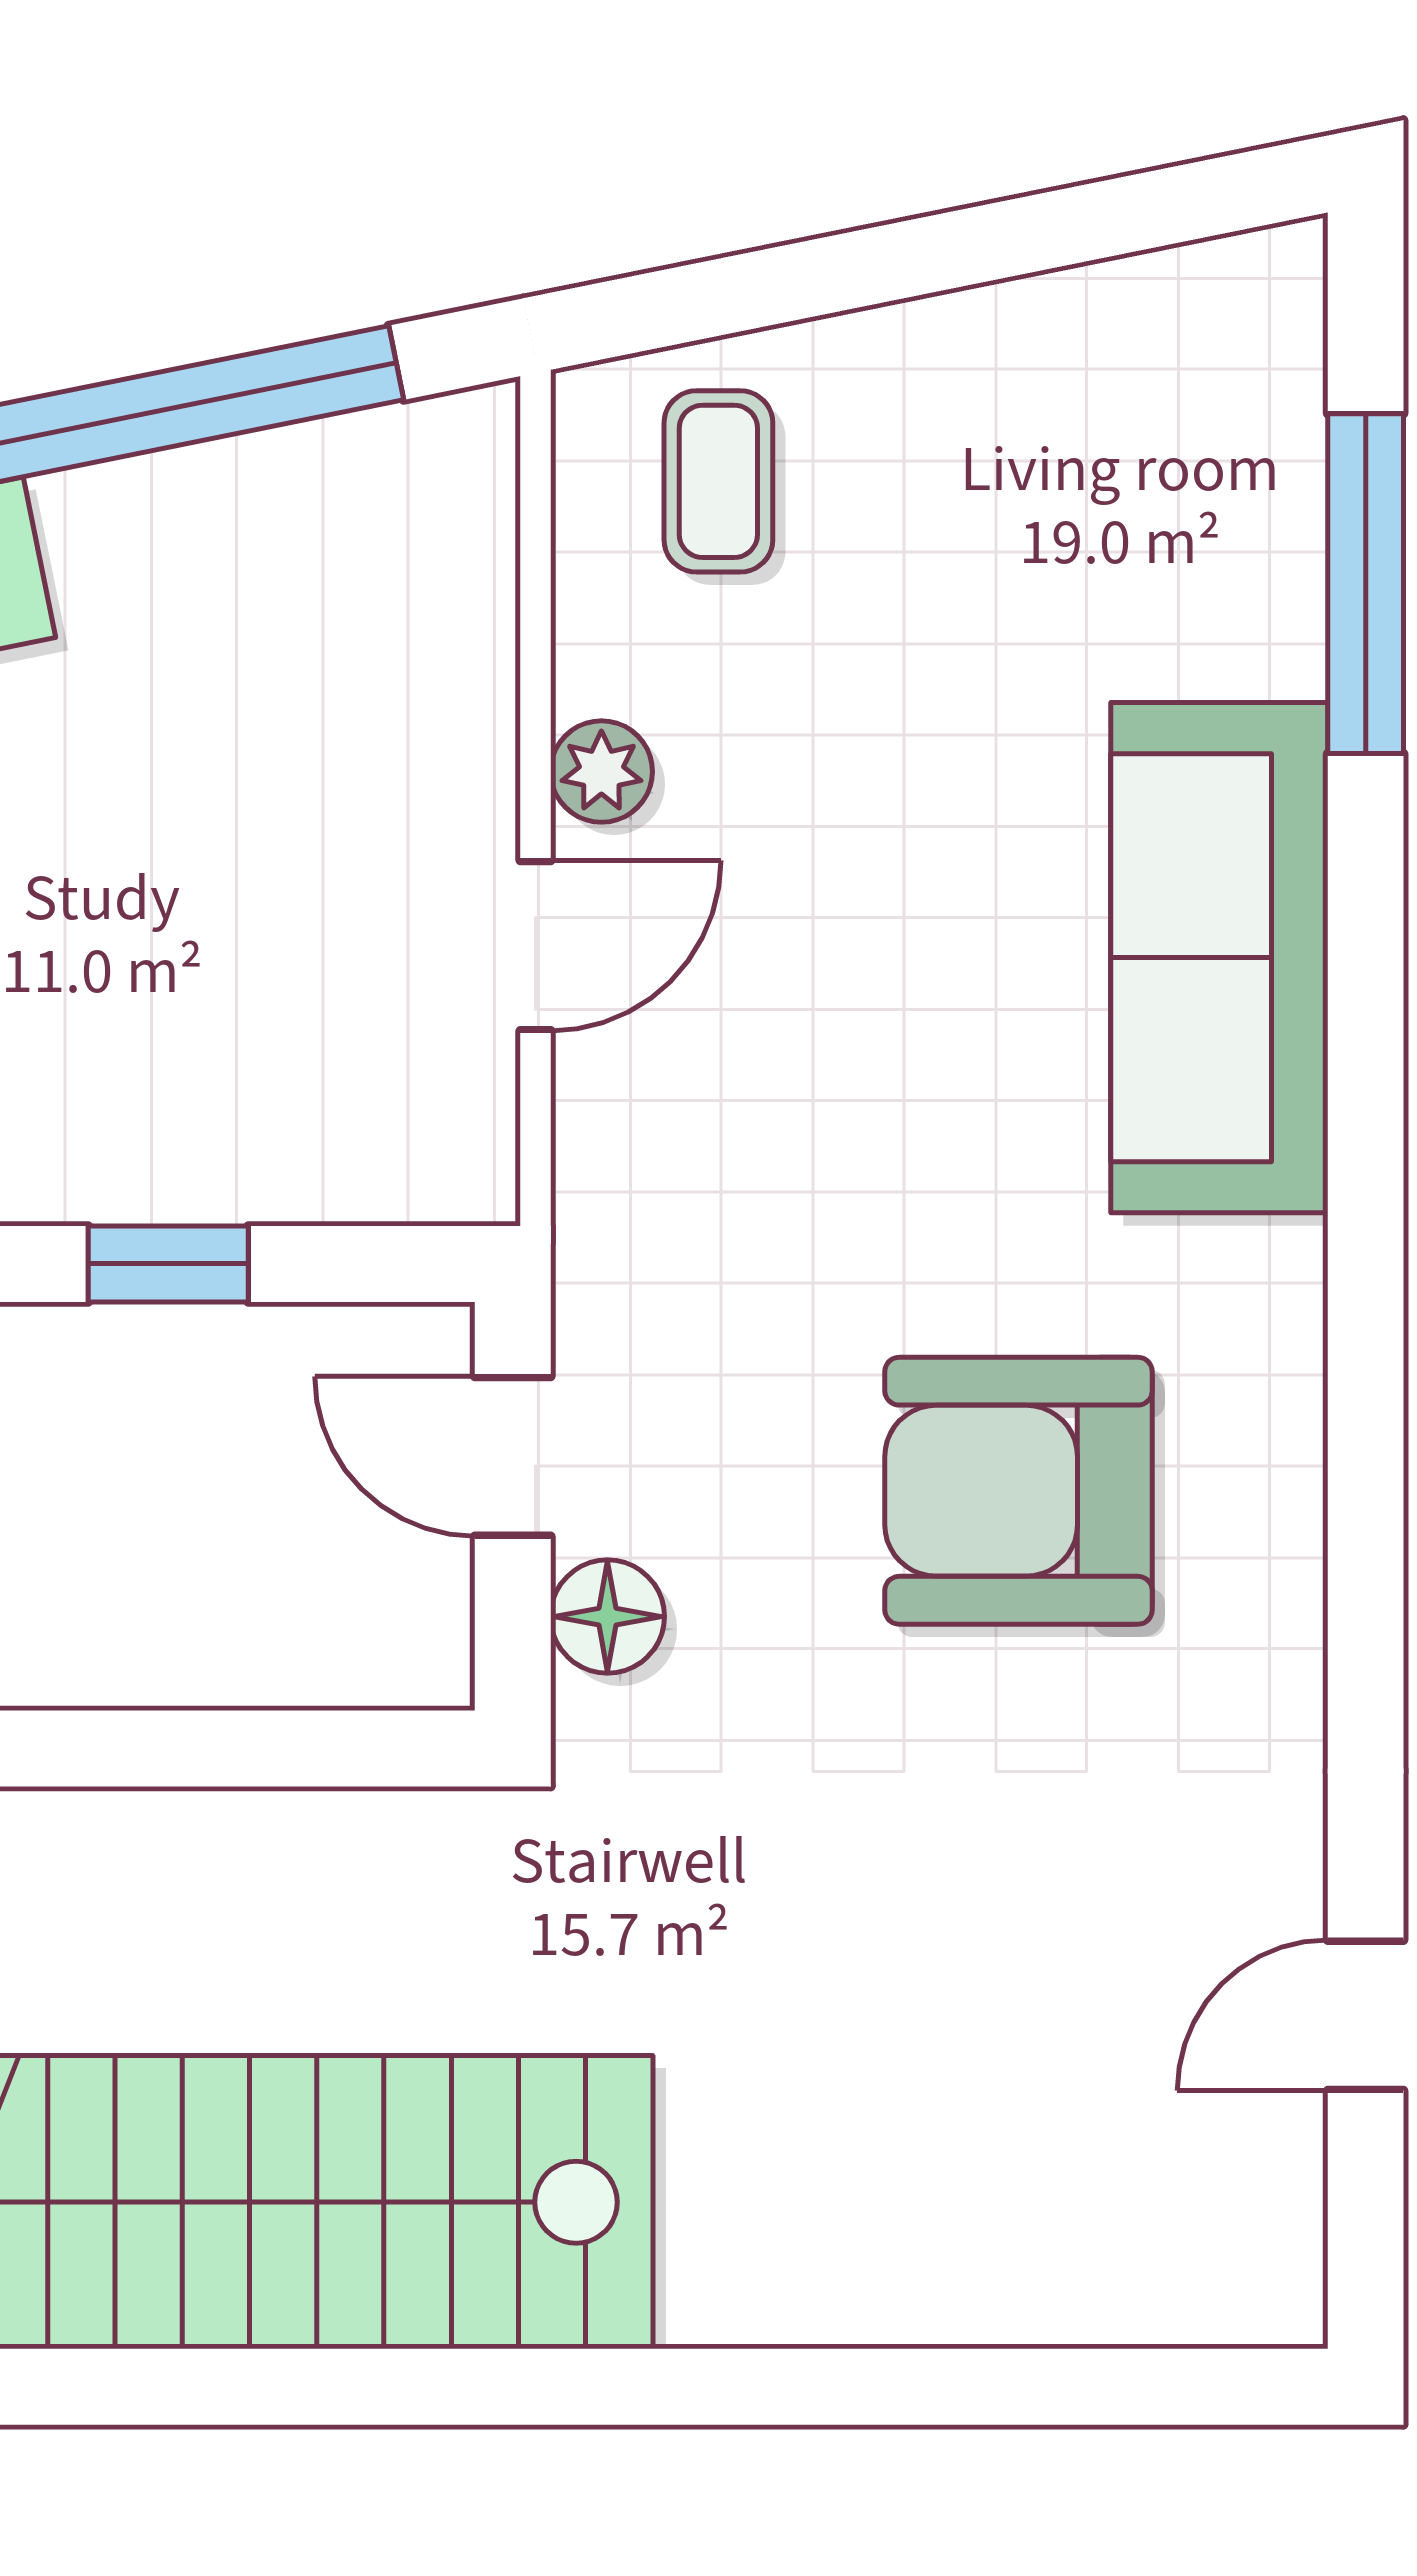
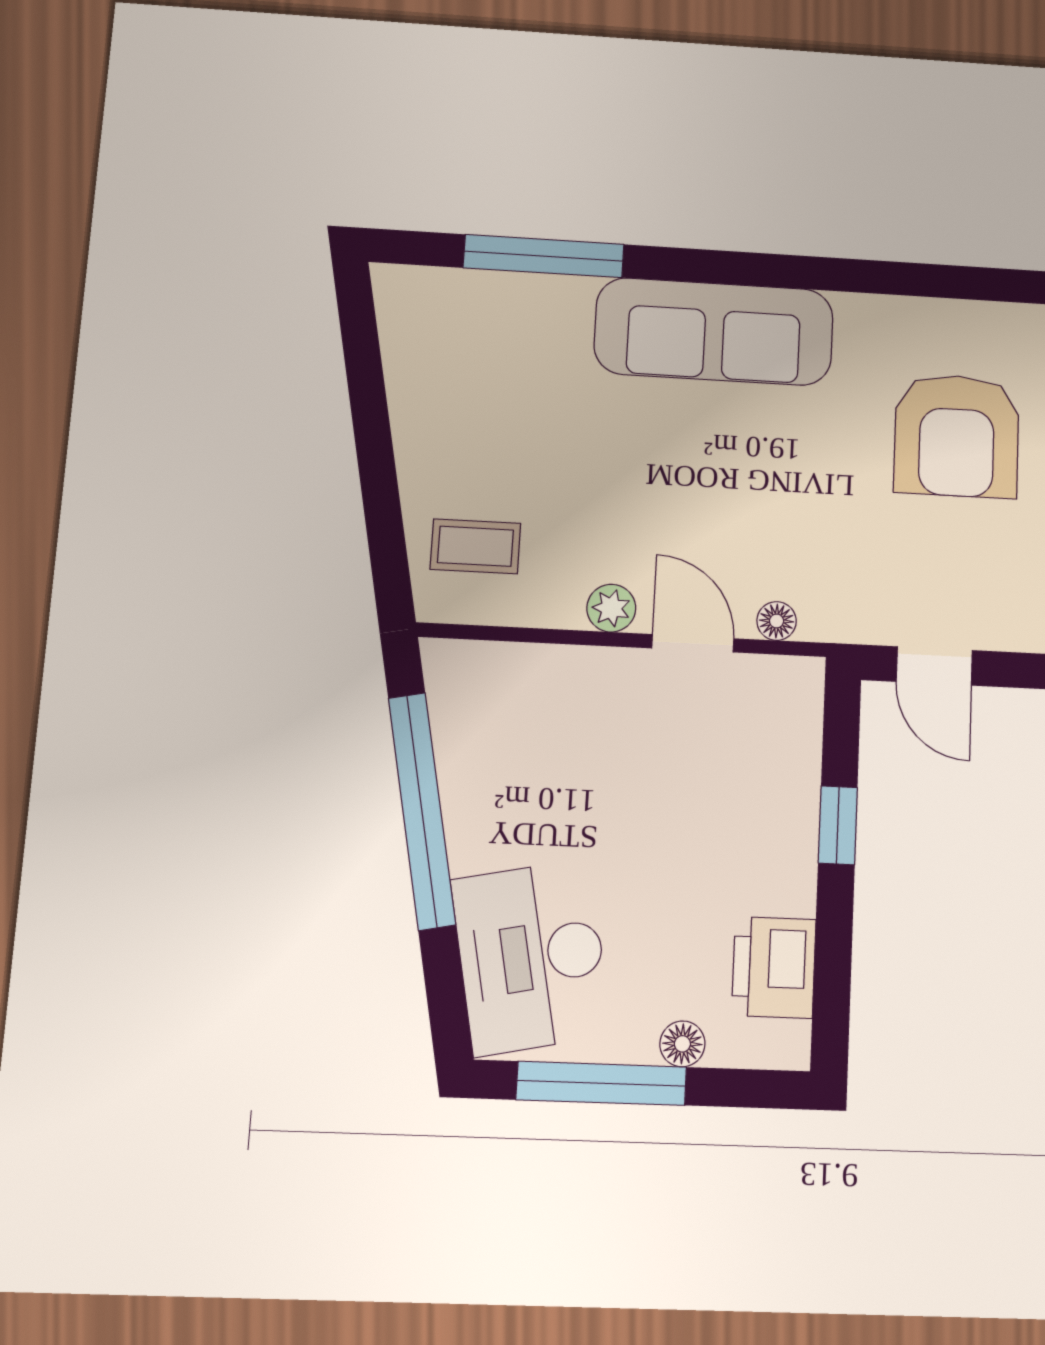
door: (513, 1456) -> (934, 666), hinge flipped
floor lamp: (607, 1617) -> (777, 621), moved, width x0.73, depth x0.73

